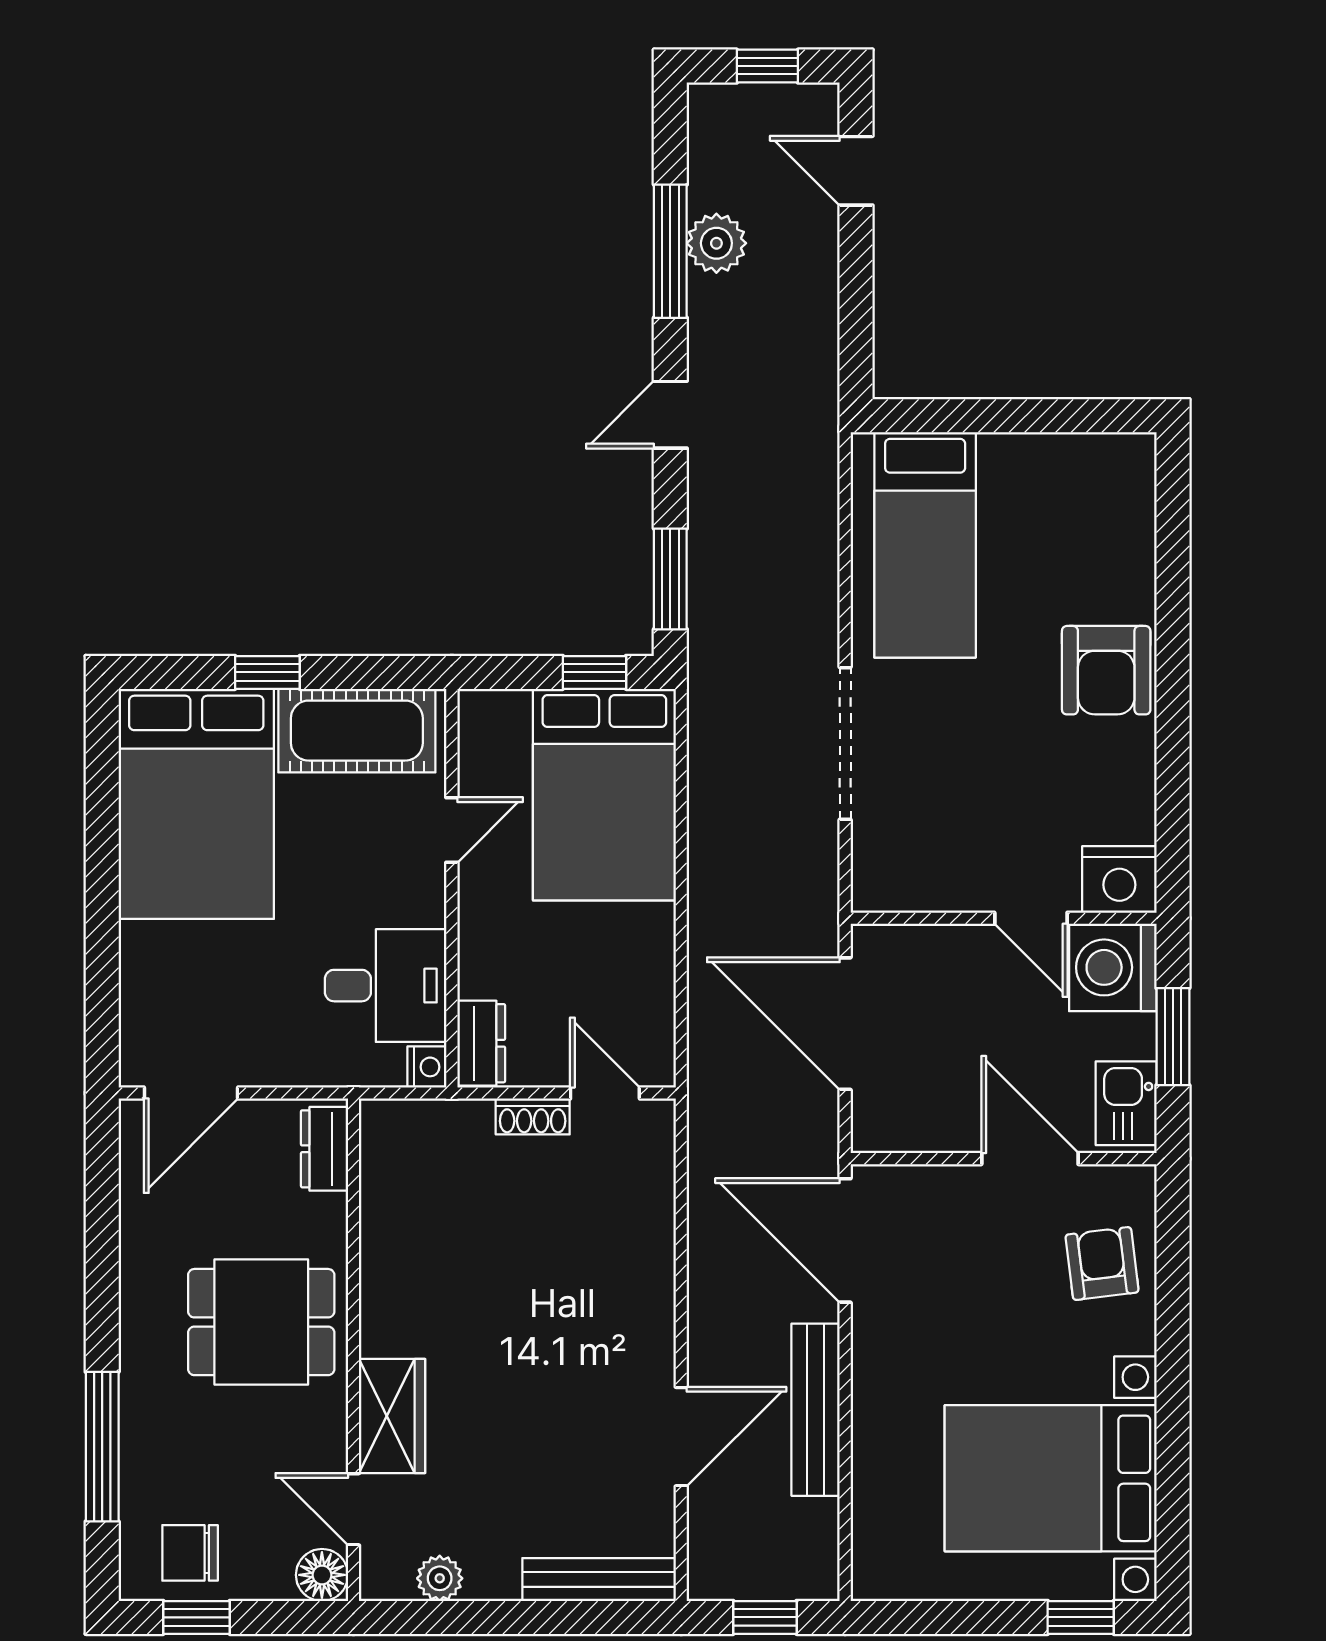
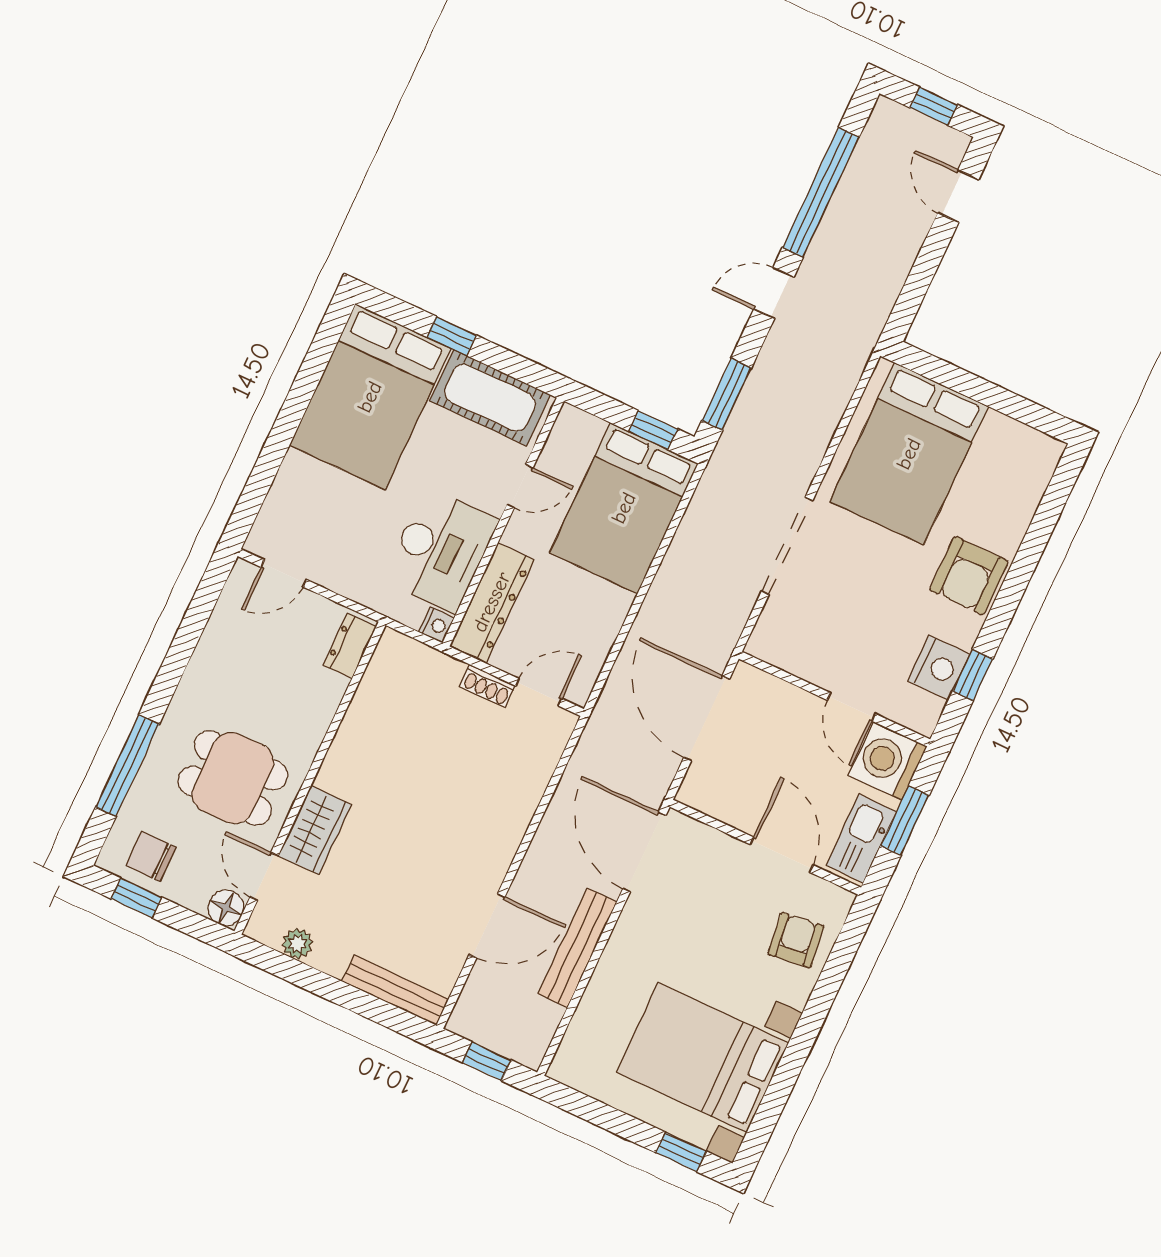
plant: (716, 243) -> (852, 201), removed
window: (670, 251) -> (821, 192), width x1.46
bed: (925, 545) -> (909, 454), width x1.50
window: (1173, 800) -> (973, 675), added
nightstand: (1119, 879) -> (939, 667), moved, turned -90
desk: (386, 986) -> (440, 550), width x1.37
dresser: (481, 1043) -> (492, 602), width x1.96, depth x1.24
door: (191, 1093) -> (284, 573), width x0.73
door: (605, 1093) -> (539, 692), hinge flipped
kitchen sink: (1126, 1103) -> (861, 839), width x1.38
dining table: (261, 1322) -> (233, 778), moved

